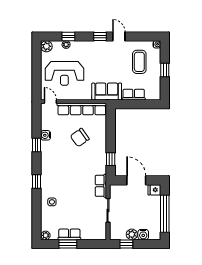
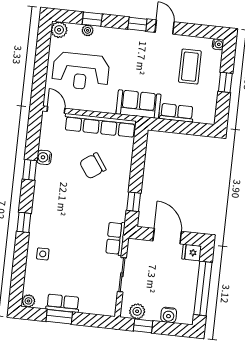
plant: (132, 234) -> (137, 311), moved

